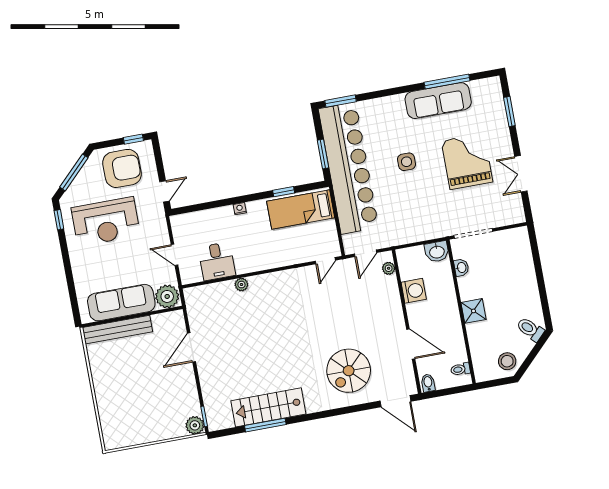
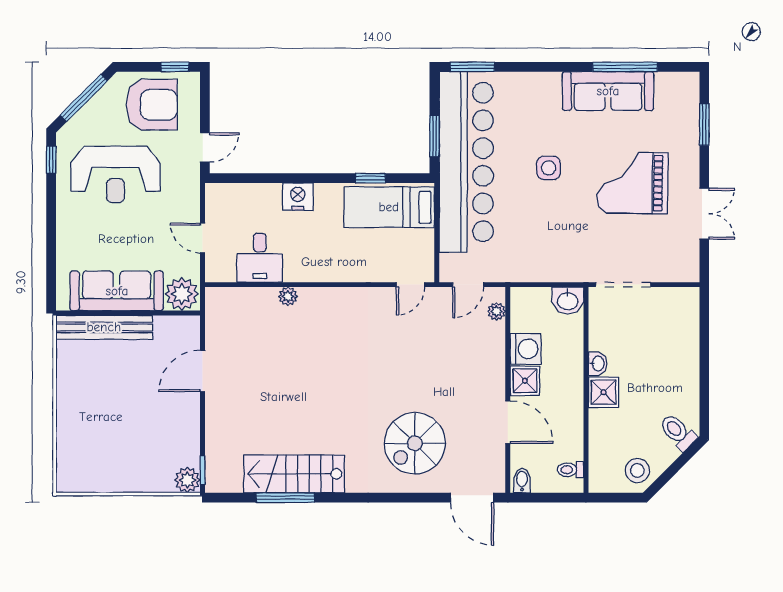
grand piano: (467, 161) -> (633, 183), turned -89
double door: (521, 174) -> (704, 214), swing flipped
nightstand: (240, 209) -> (298, 197), width x1.89, depth x1.79
washbasin: (461, 268) -> (598, 364), moved
shower: (417, 313) -> (525, 381), added

